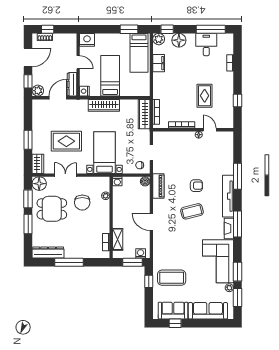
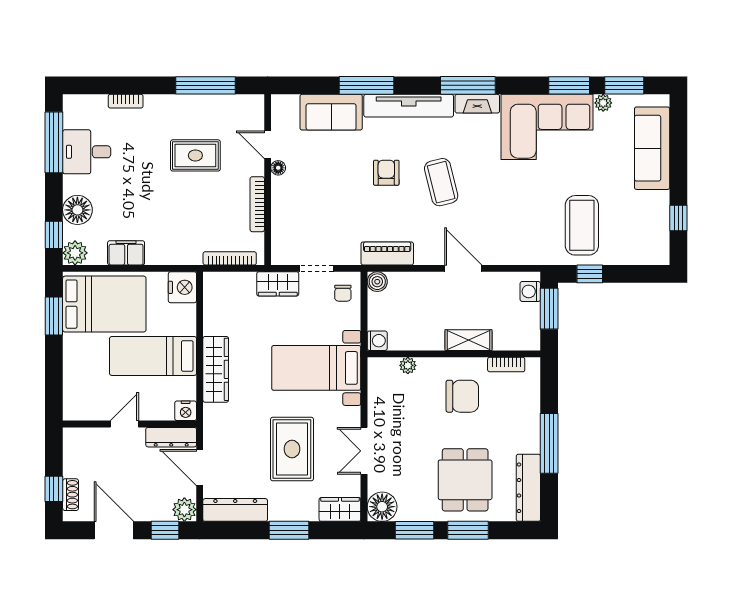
nightstand: (87, 40) -> (182, 287), moved, turned 180
bed: (139, 53) -> (104, 304), width x1.50
window: (237, 100) -> (205, 85), width x2.17
dresser: (38, 114) -> (235, 510), added
wardrobe: (144, 114) -> (278, 284), moved, width x0.67
door: (210, 130) -> (268, 145), hinge flipped
chair: (82, 203) -> (462, 396), moved
dining table: (52, 209) -> (465, 480), moved
door: (151, 222) -> (463, 268), swing flipped
shelving: (118, 239) -> (468, 340), moved
sofa: (173, 311) -> (331, 112), moved, turned -90

